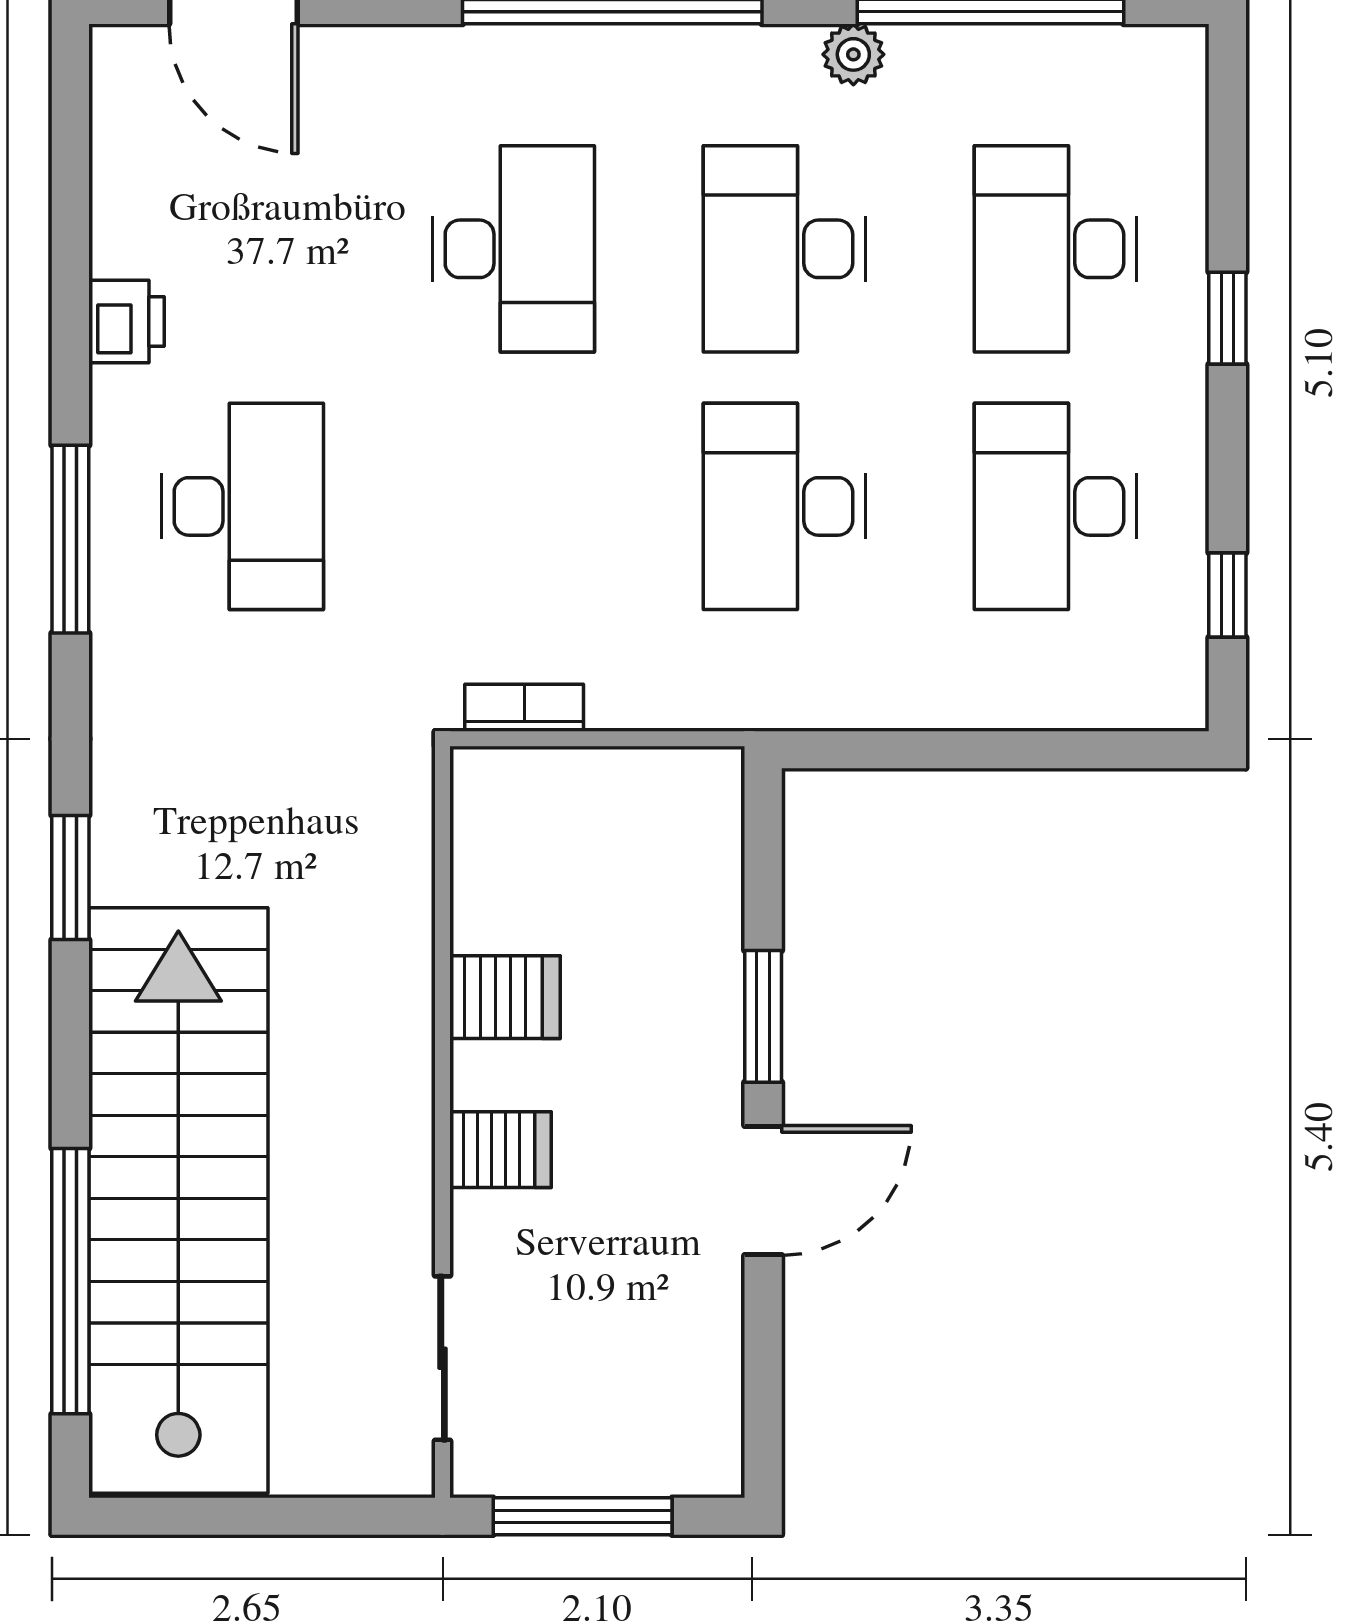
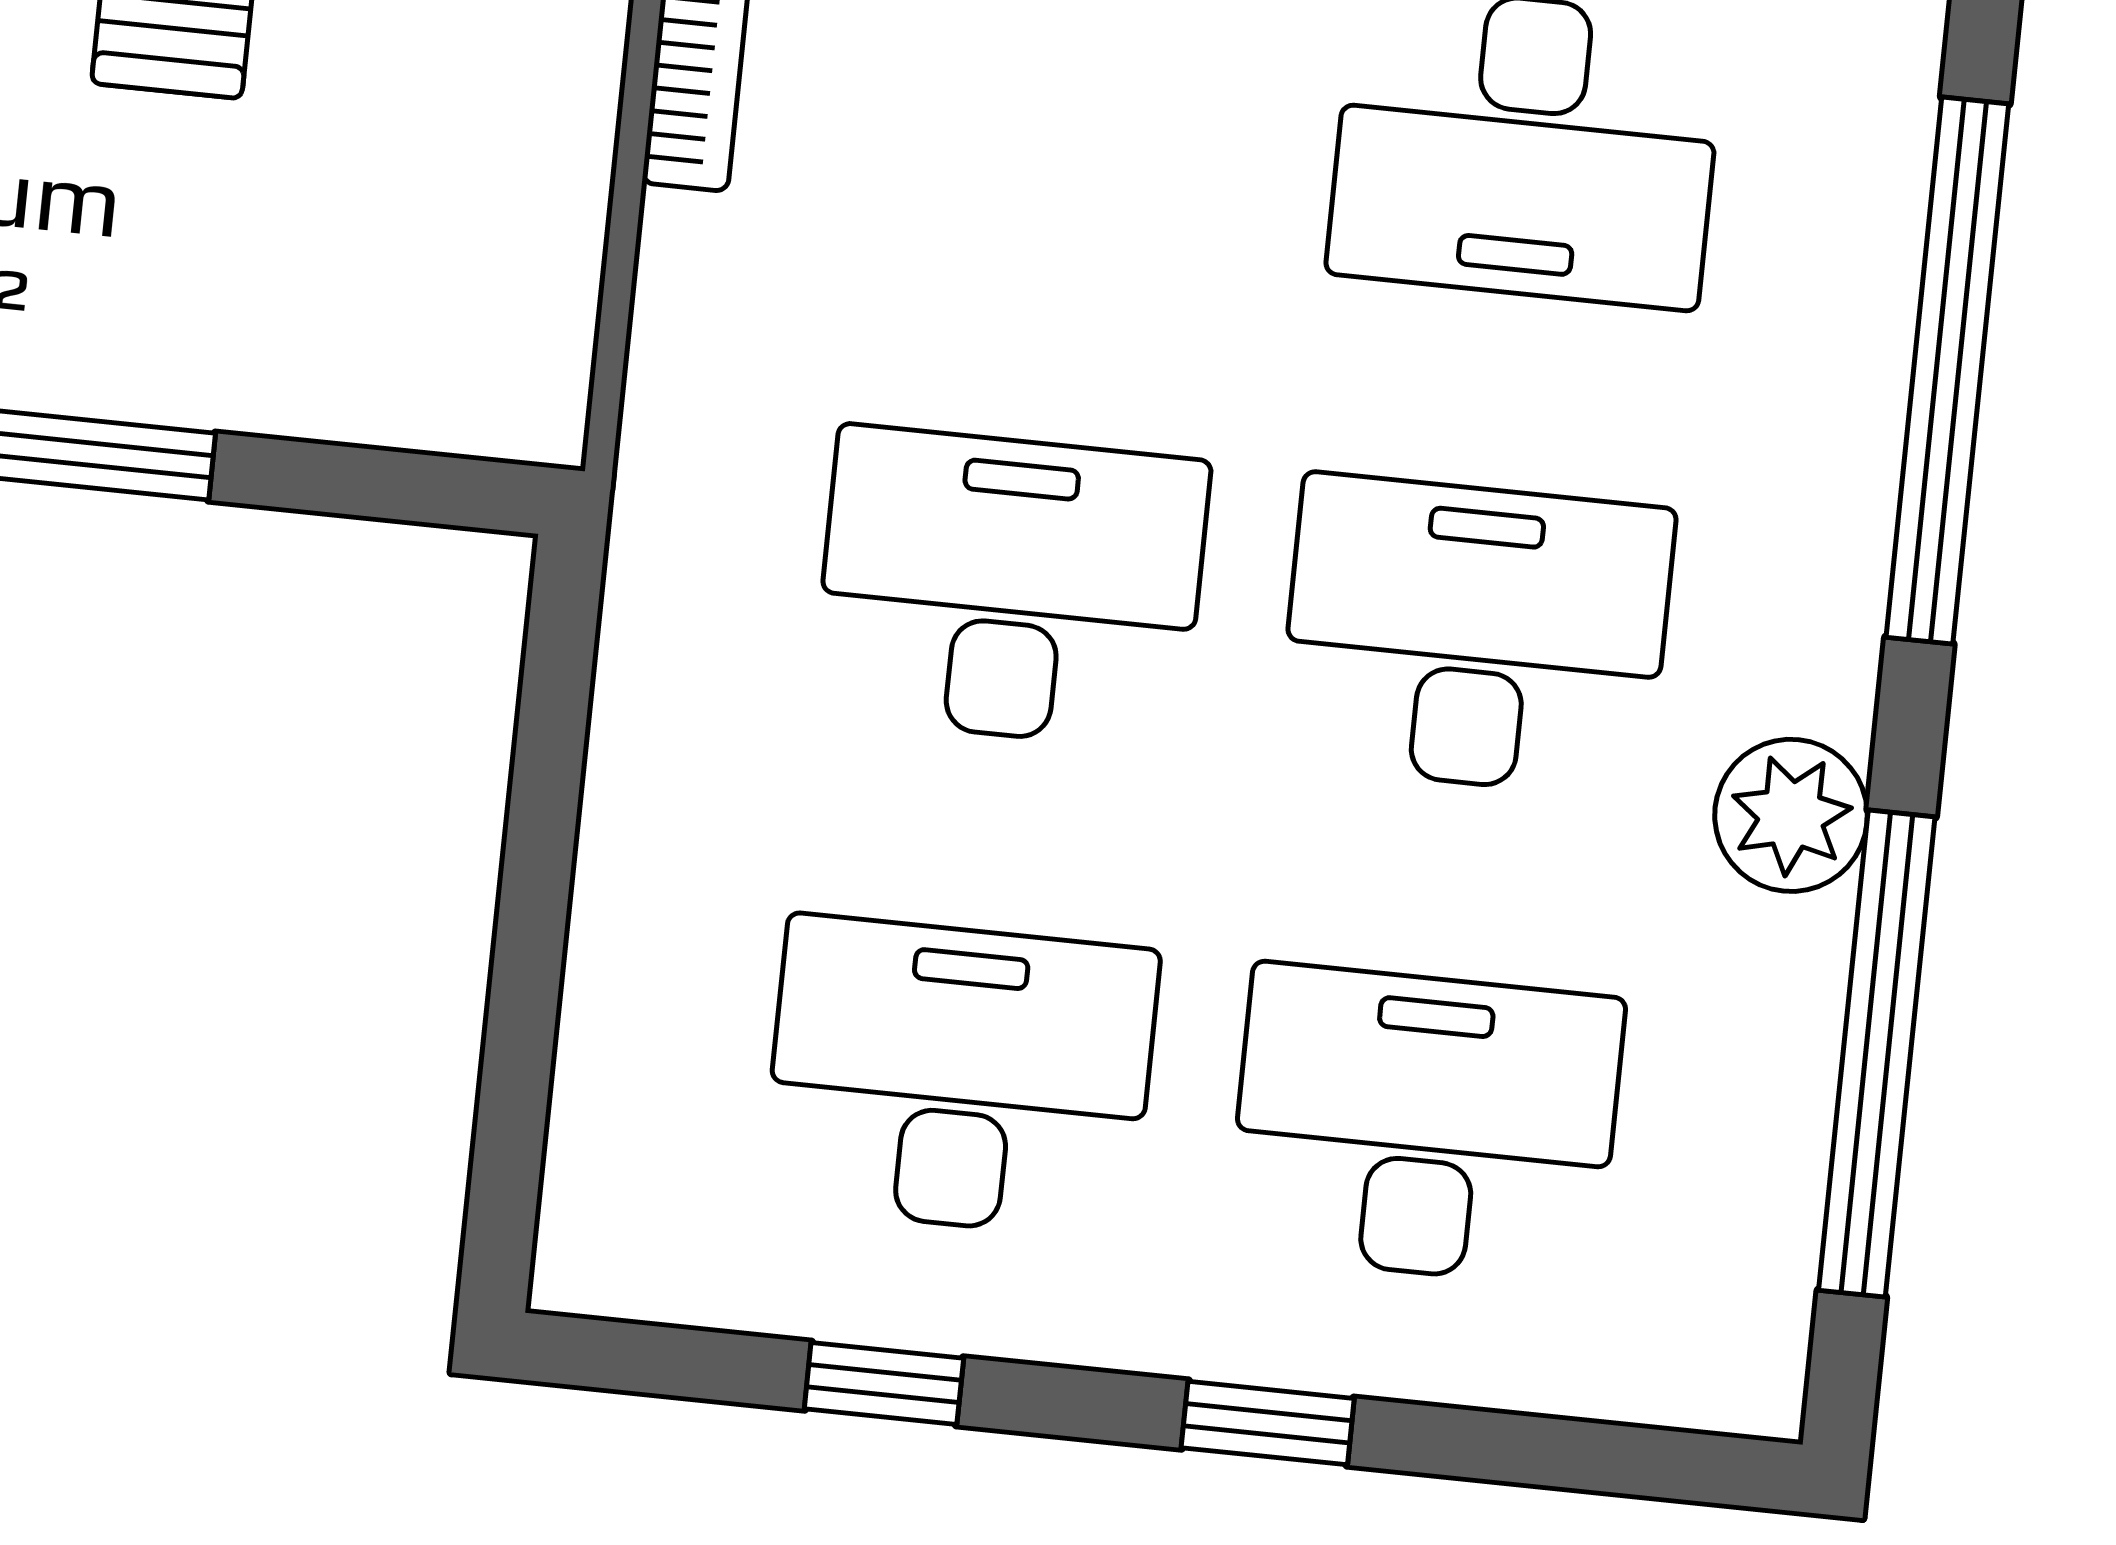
plant: (853, 54) -> (1791, 815), width x1.38, depth x1.38
window: (1227, 595) -> (884, 1383), moved

